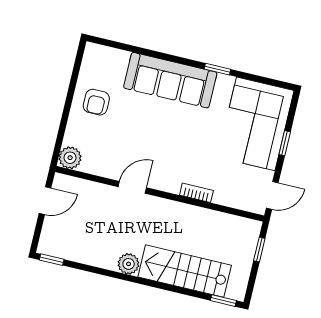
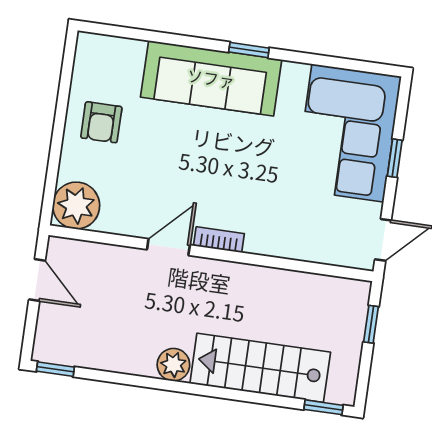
window: (217, 69) -> (249, 50), moved
plant: (70, 158) -> (76, 206), width x1.36, depth x1.36
bookcase: (196, 193) -> (219, 240), moved
door: (45, 201) -> (37, 280), hinge flipped

